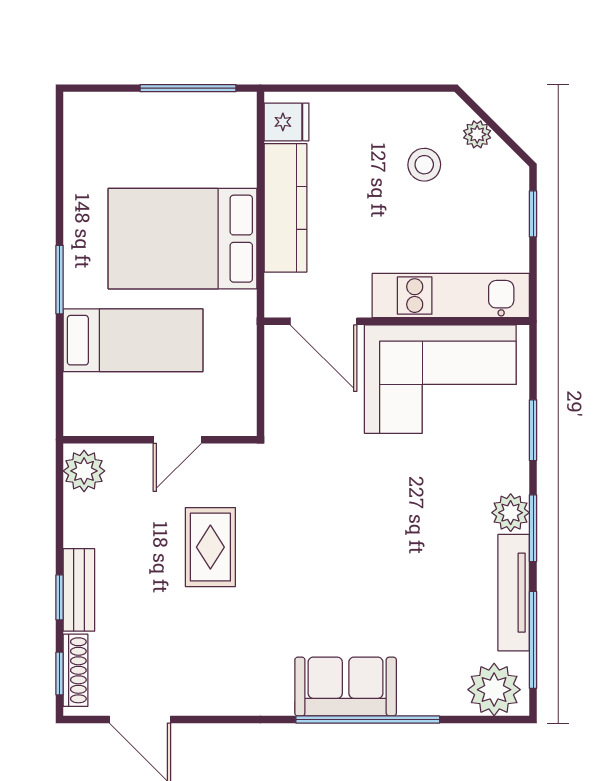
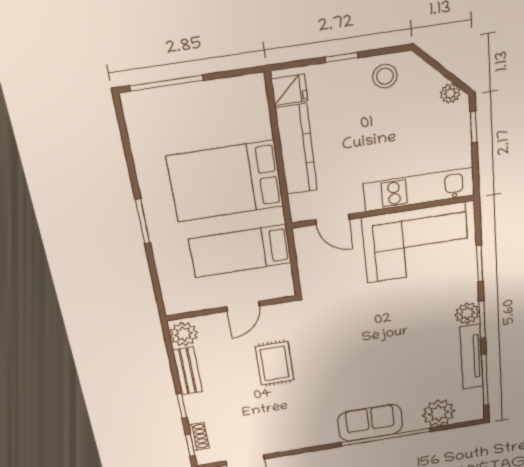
window: (188, 88) -> (167, 83), moved
window: (360, 88) -> (342, 57), added
plant: (477, 134) -> (450, 93), moved
stool: (424, 165) -> (385, 76), moved
door: (324, 321) -> (332, 219), width x0.73
bed: (133, 340) -> (240, 251), moved, turned 180
bench: (79, 590) -> (188, 371), moved
shoe rack: (75, 670) -> (199, 436), width x0.70
plant: (494, 690) -> (439, 413), moved

